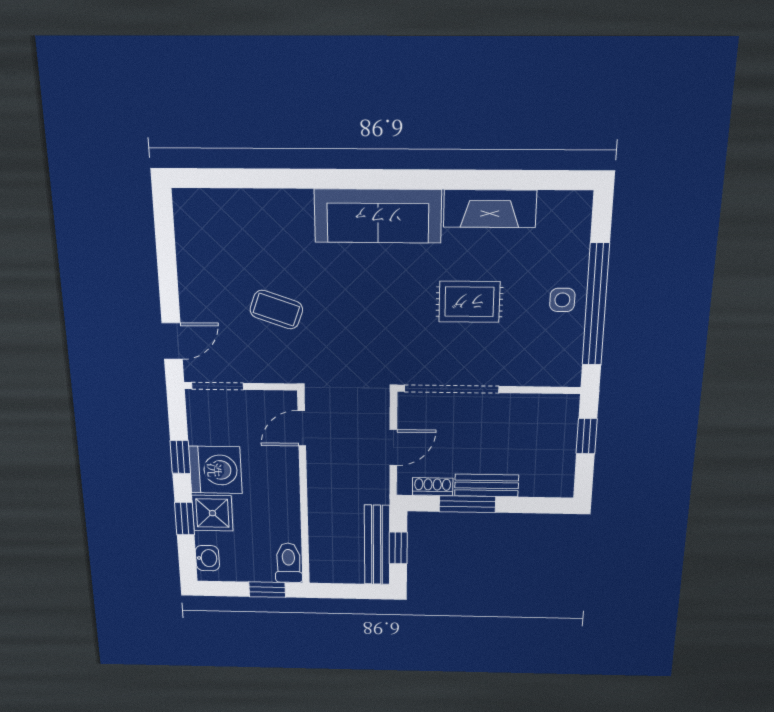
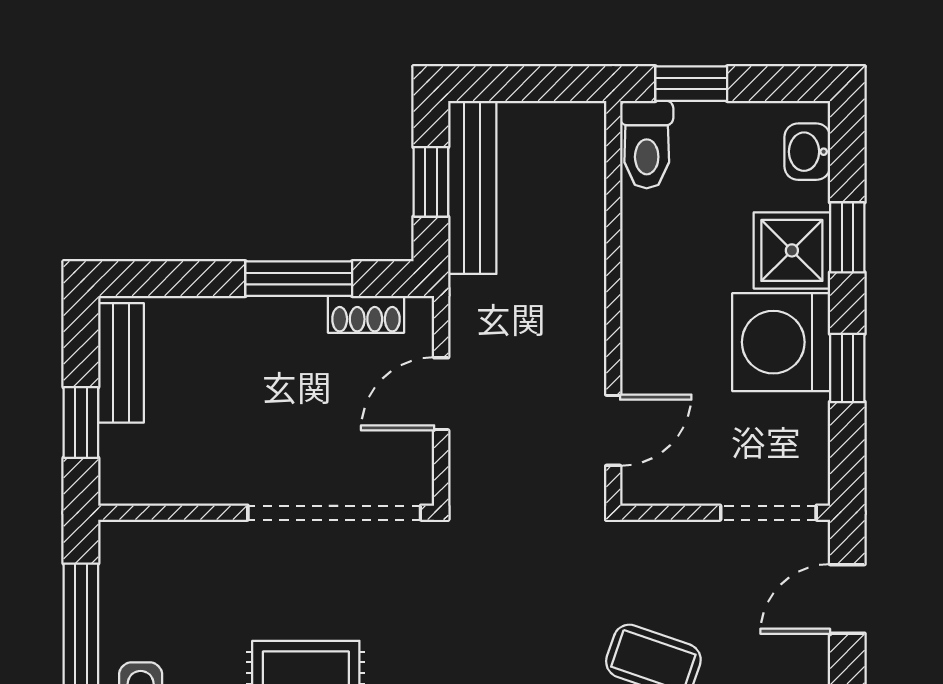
bench: (487, 485) -> (121, 363), moved, turned 90

